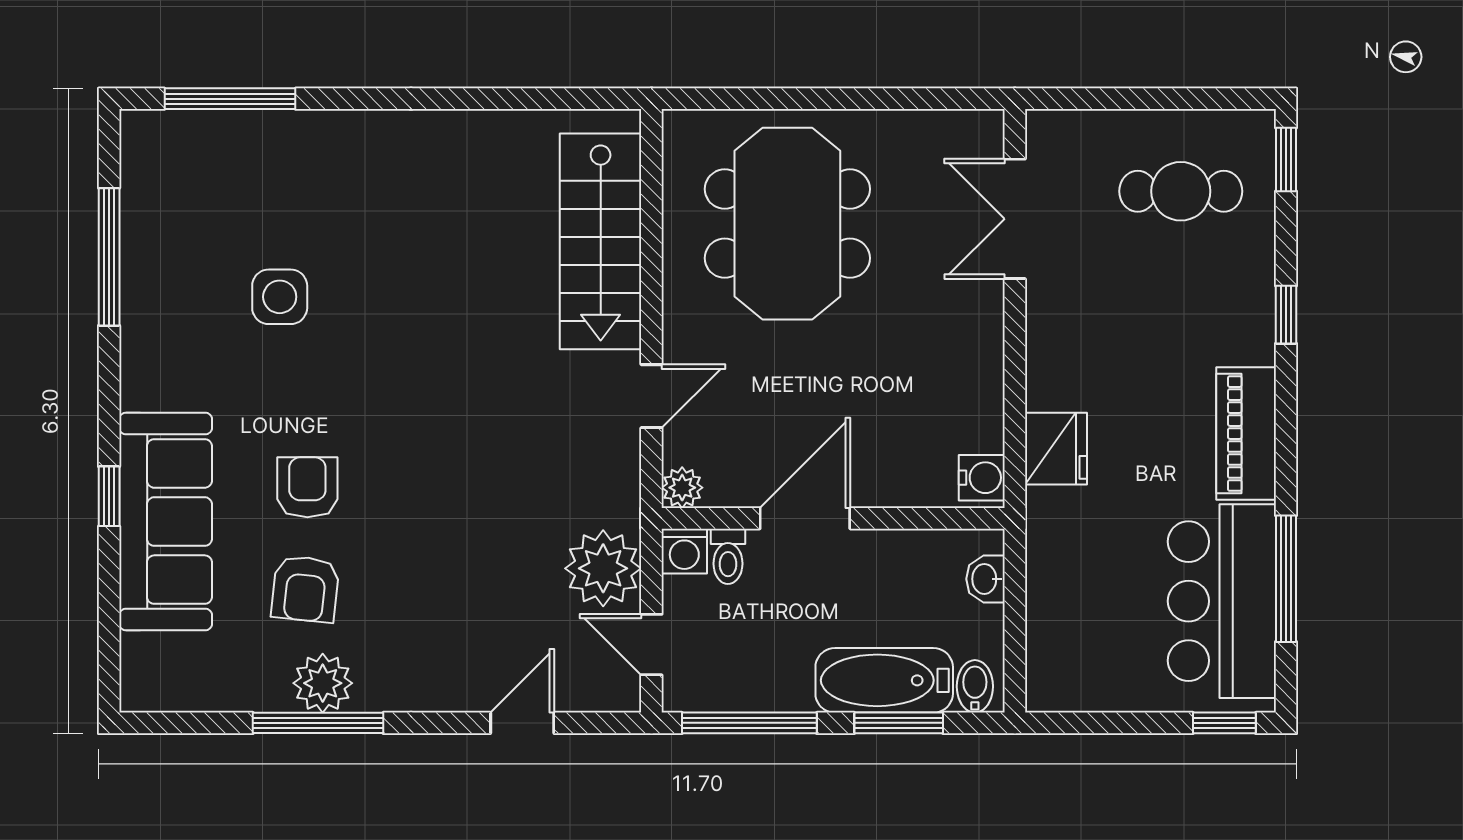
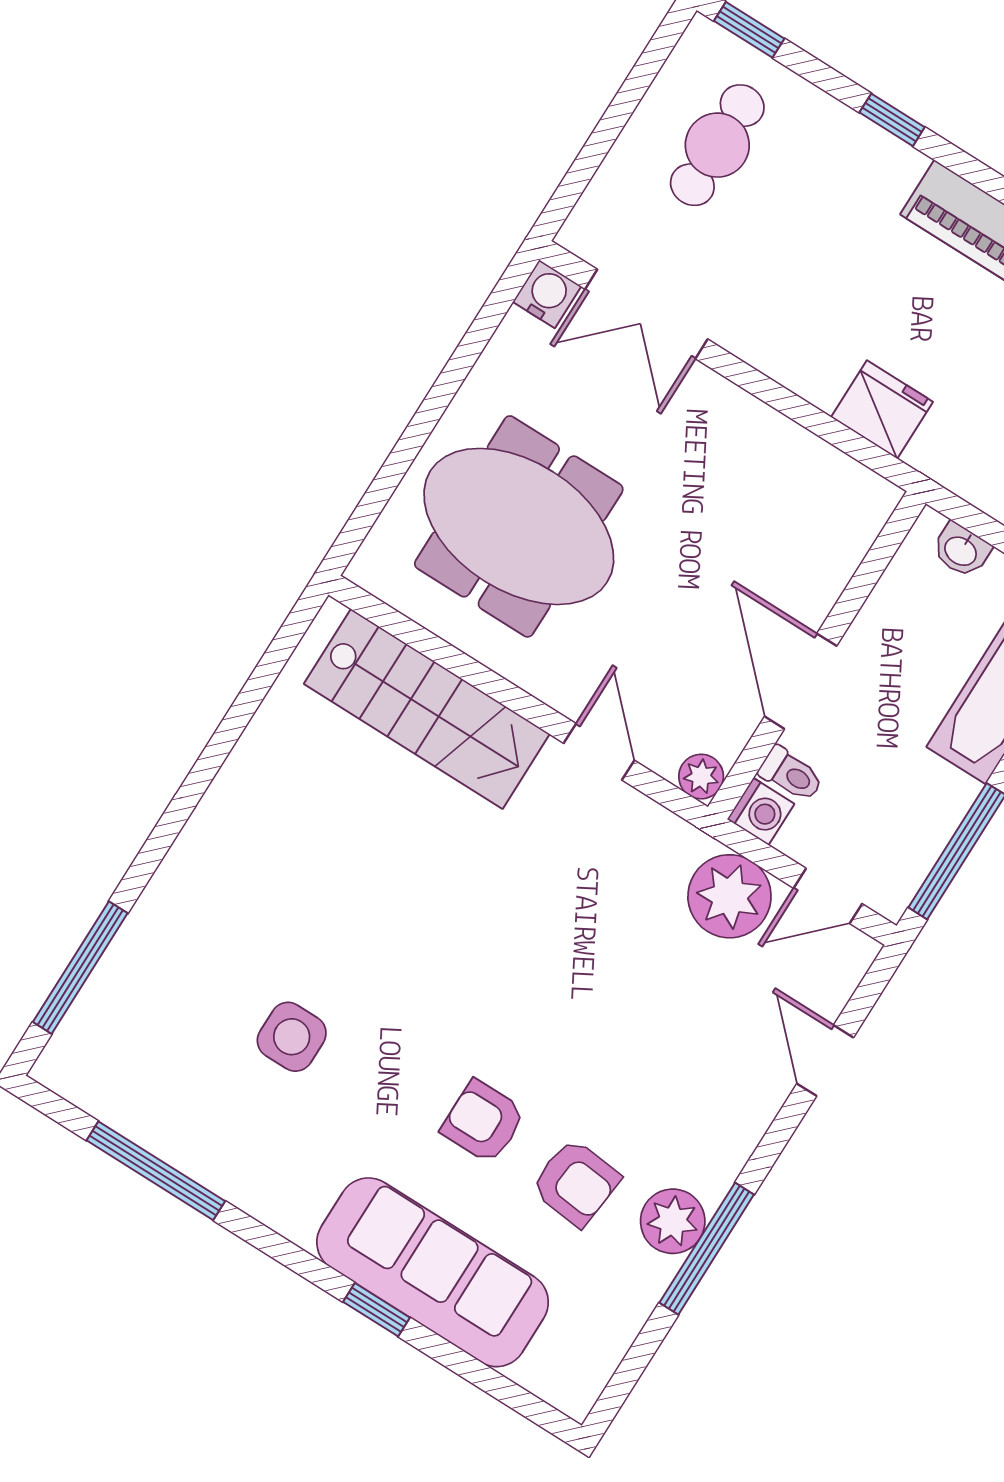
water cooler: (982, 478) -> (547, 294), moved

